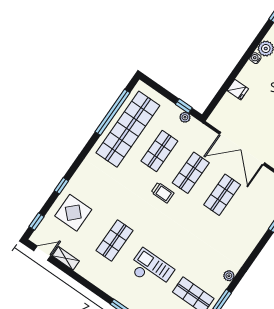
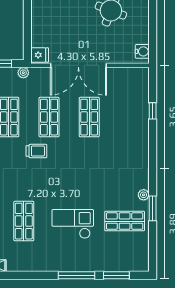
fridge: (238, 90) -> (40, 55), moved
plant: (185, 117) -> (23, 73), moved
plant: (229, 276) -> (144, 195), moved

